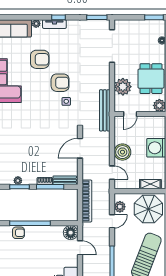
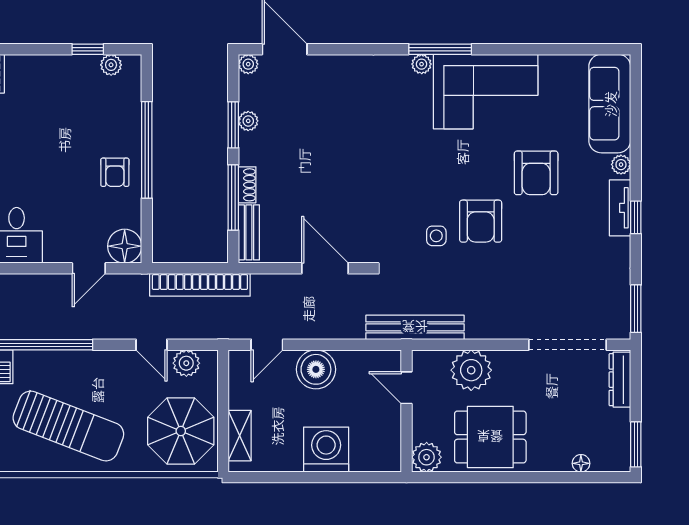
dresser: (127, 24) -> (620, 380), added
armchair: (18, 233) -> (115, 172), moved

